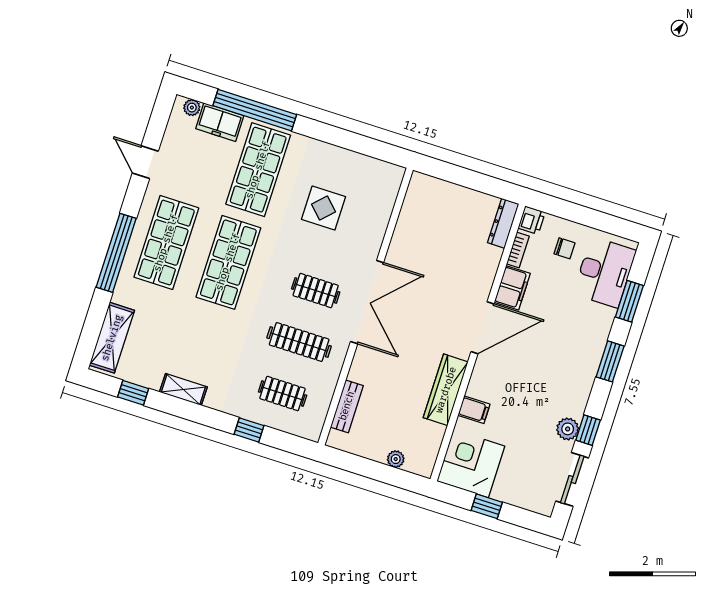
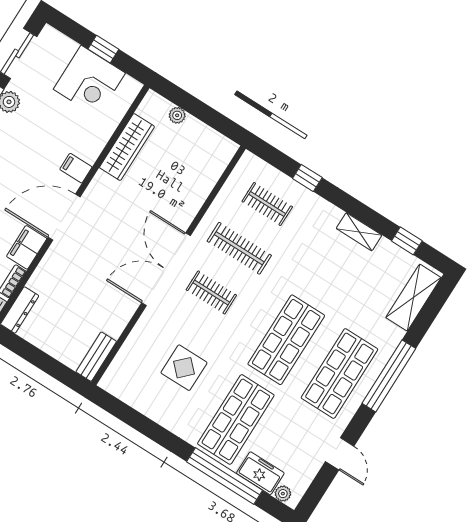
wardrobe: (446, 390) -> (127, 147), moved
bench: (347, 406) -> (96, 357), moved
filing cabinet: (474, 410) -> (76, 168), moved
corner desk: (471, 464) -> (89, 81), moved

